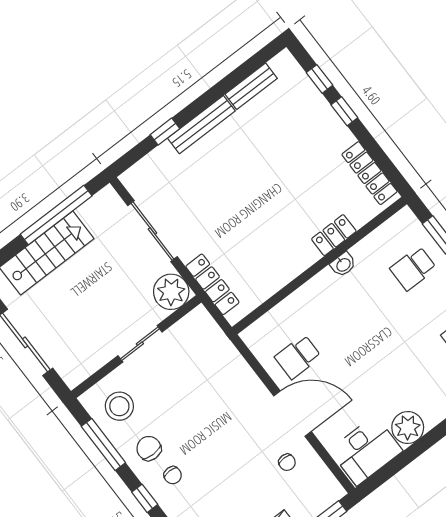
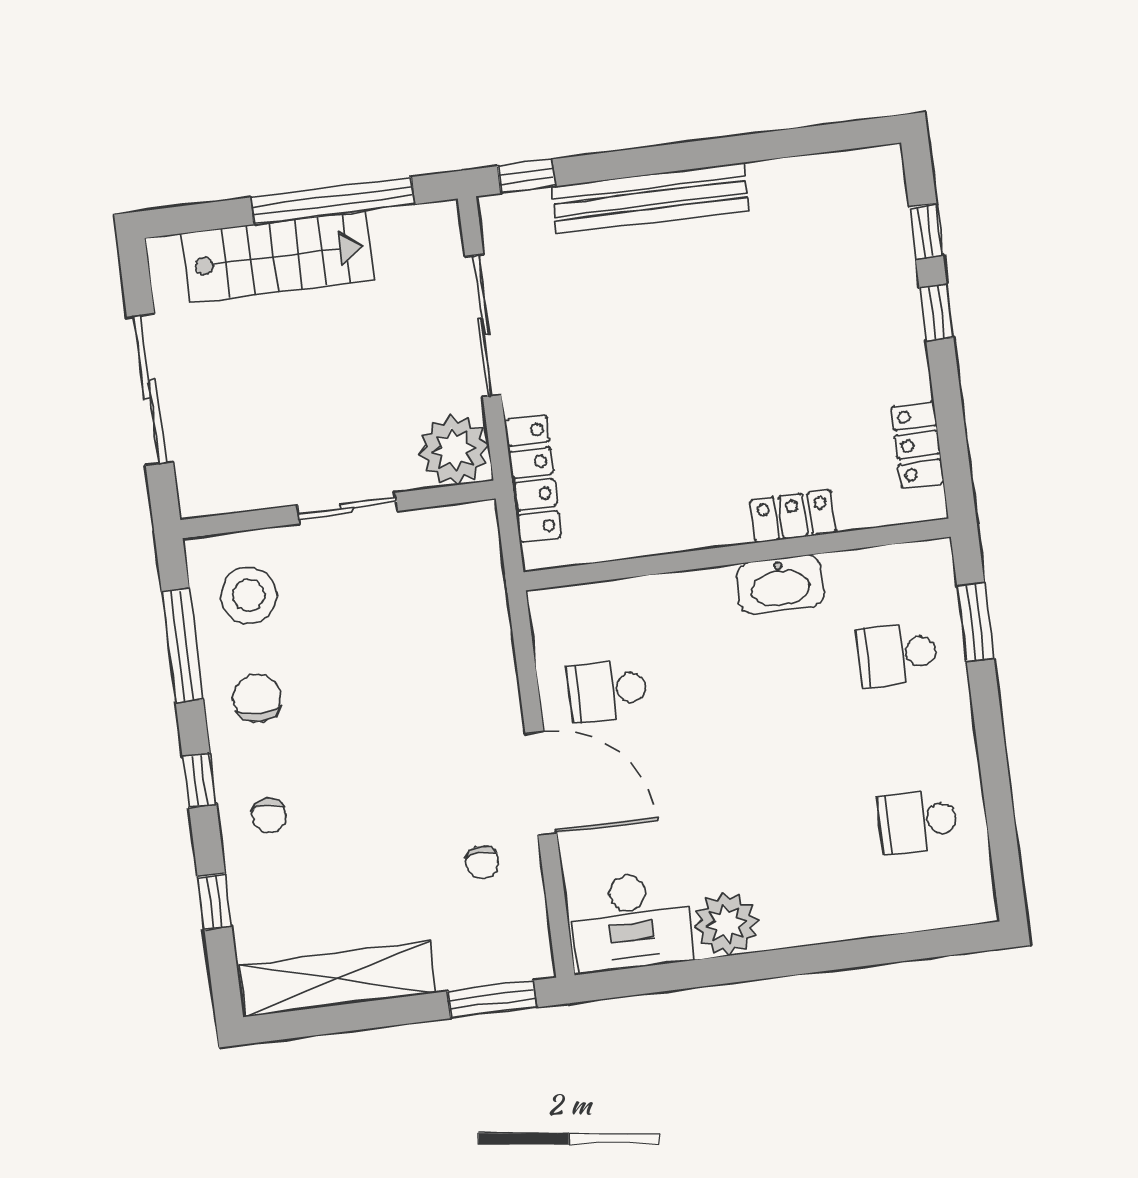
bench: (251, 86) -> (800, 175), removed
bench: (201, 125) -> (650, 198), width x1.37, depth x1.21
window: (165, 132) -> (527, 176), moved
locker: (369, 173) -> (917, 445), width x0.66
washbasin: (343, 264) -> (780, 584), width x1.91, depth x1.45
chair: (173, 475) -> (269, 815), moved

